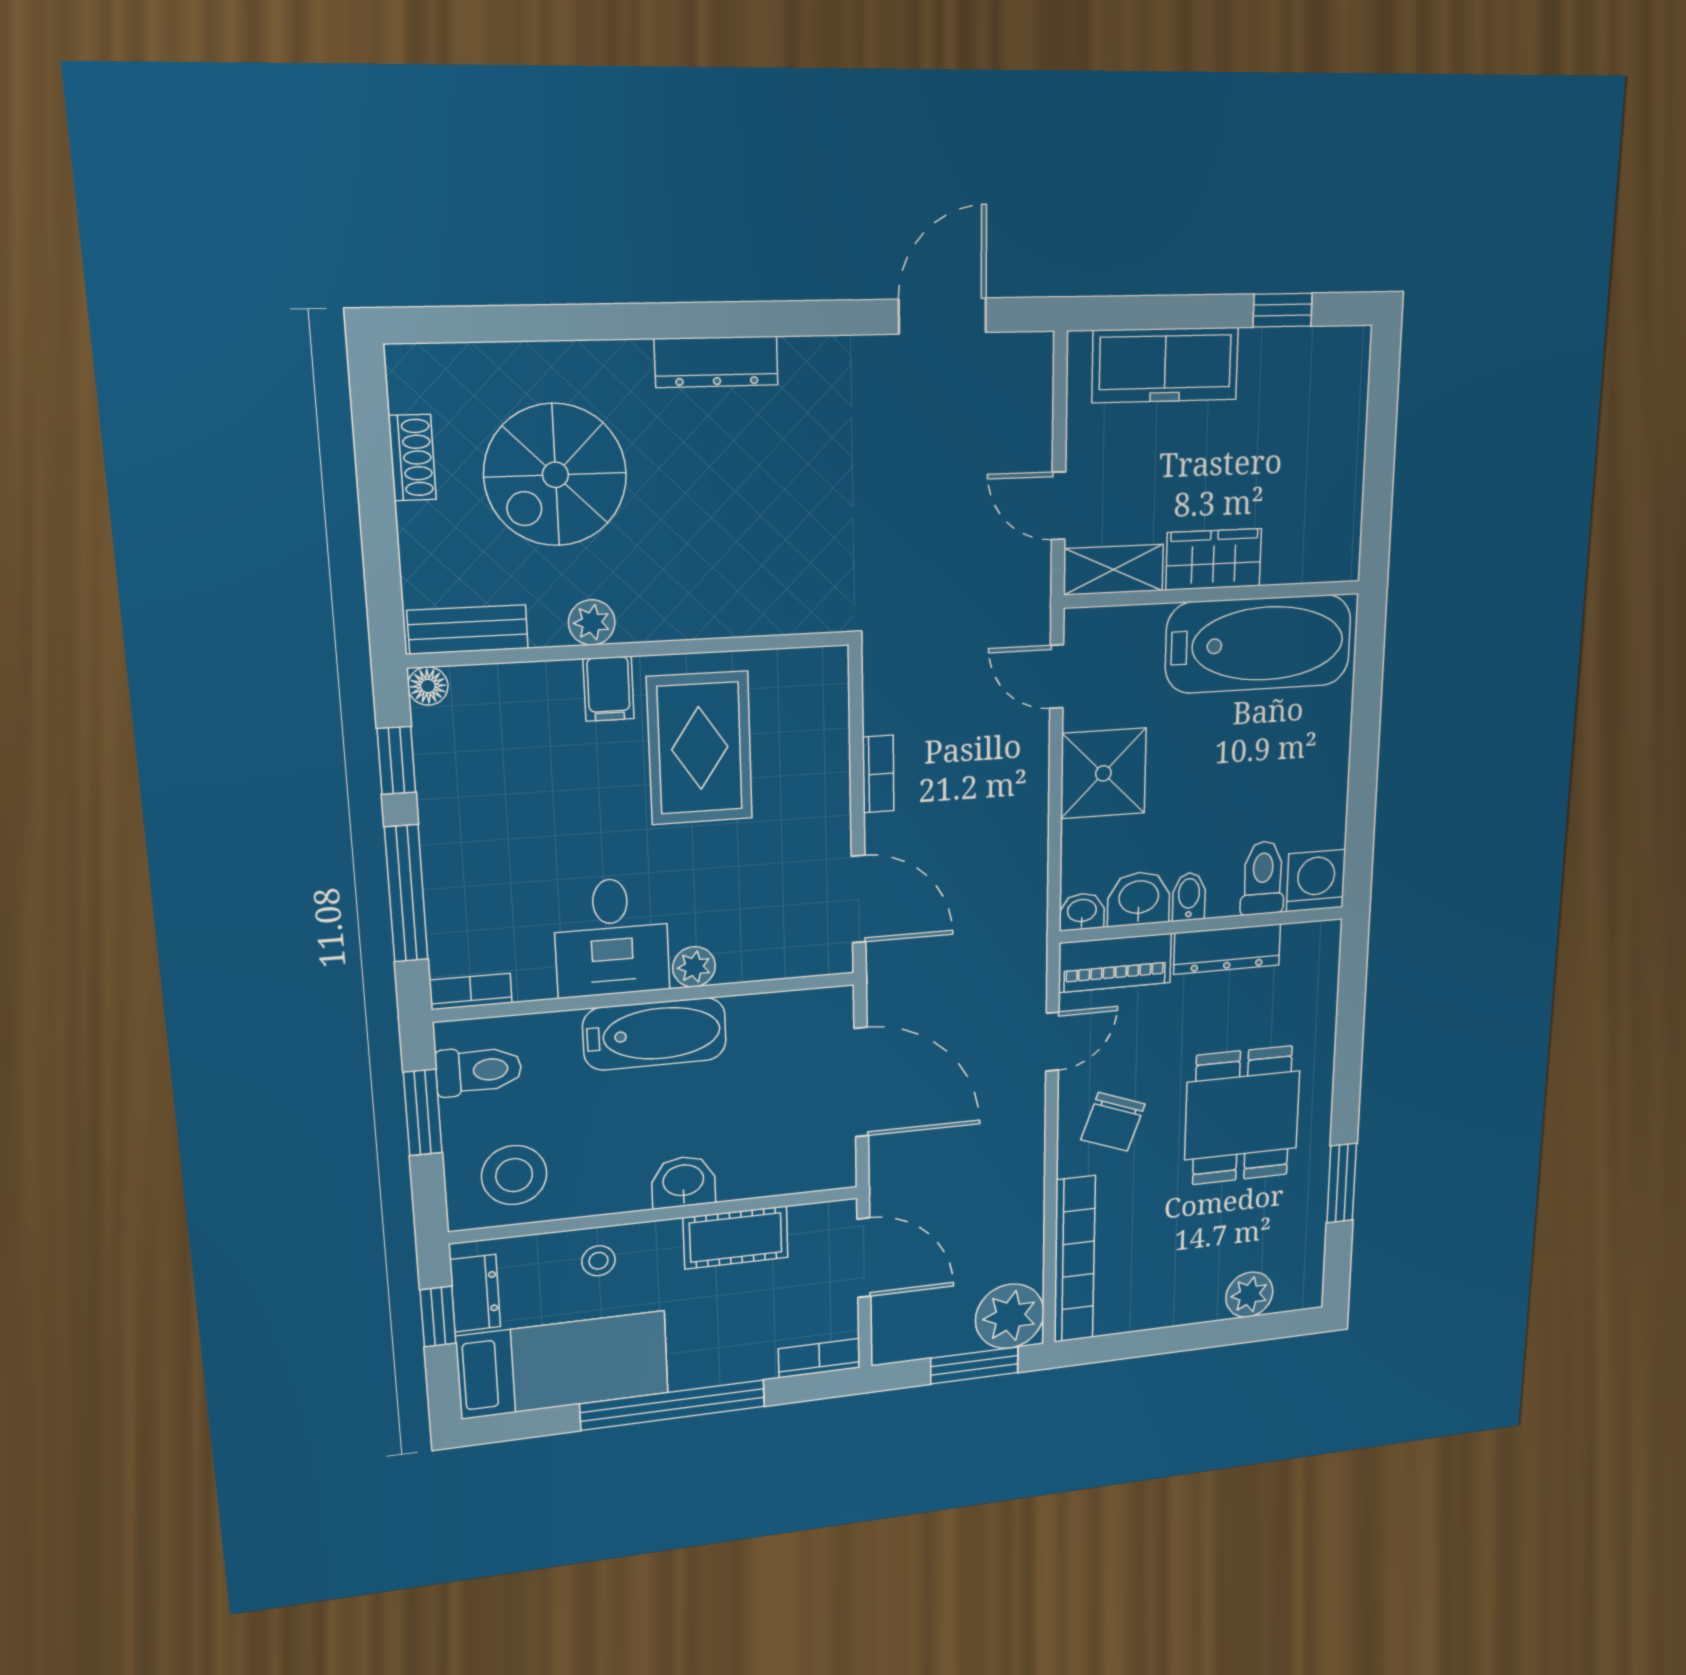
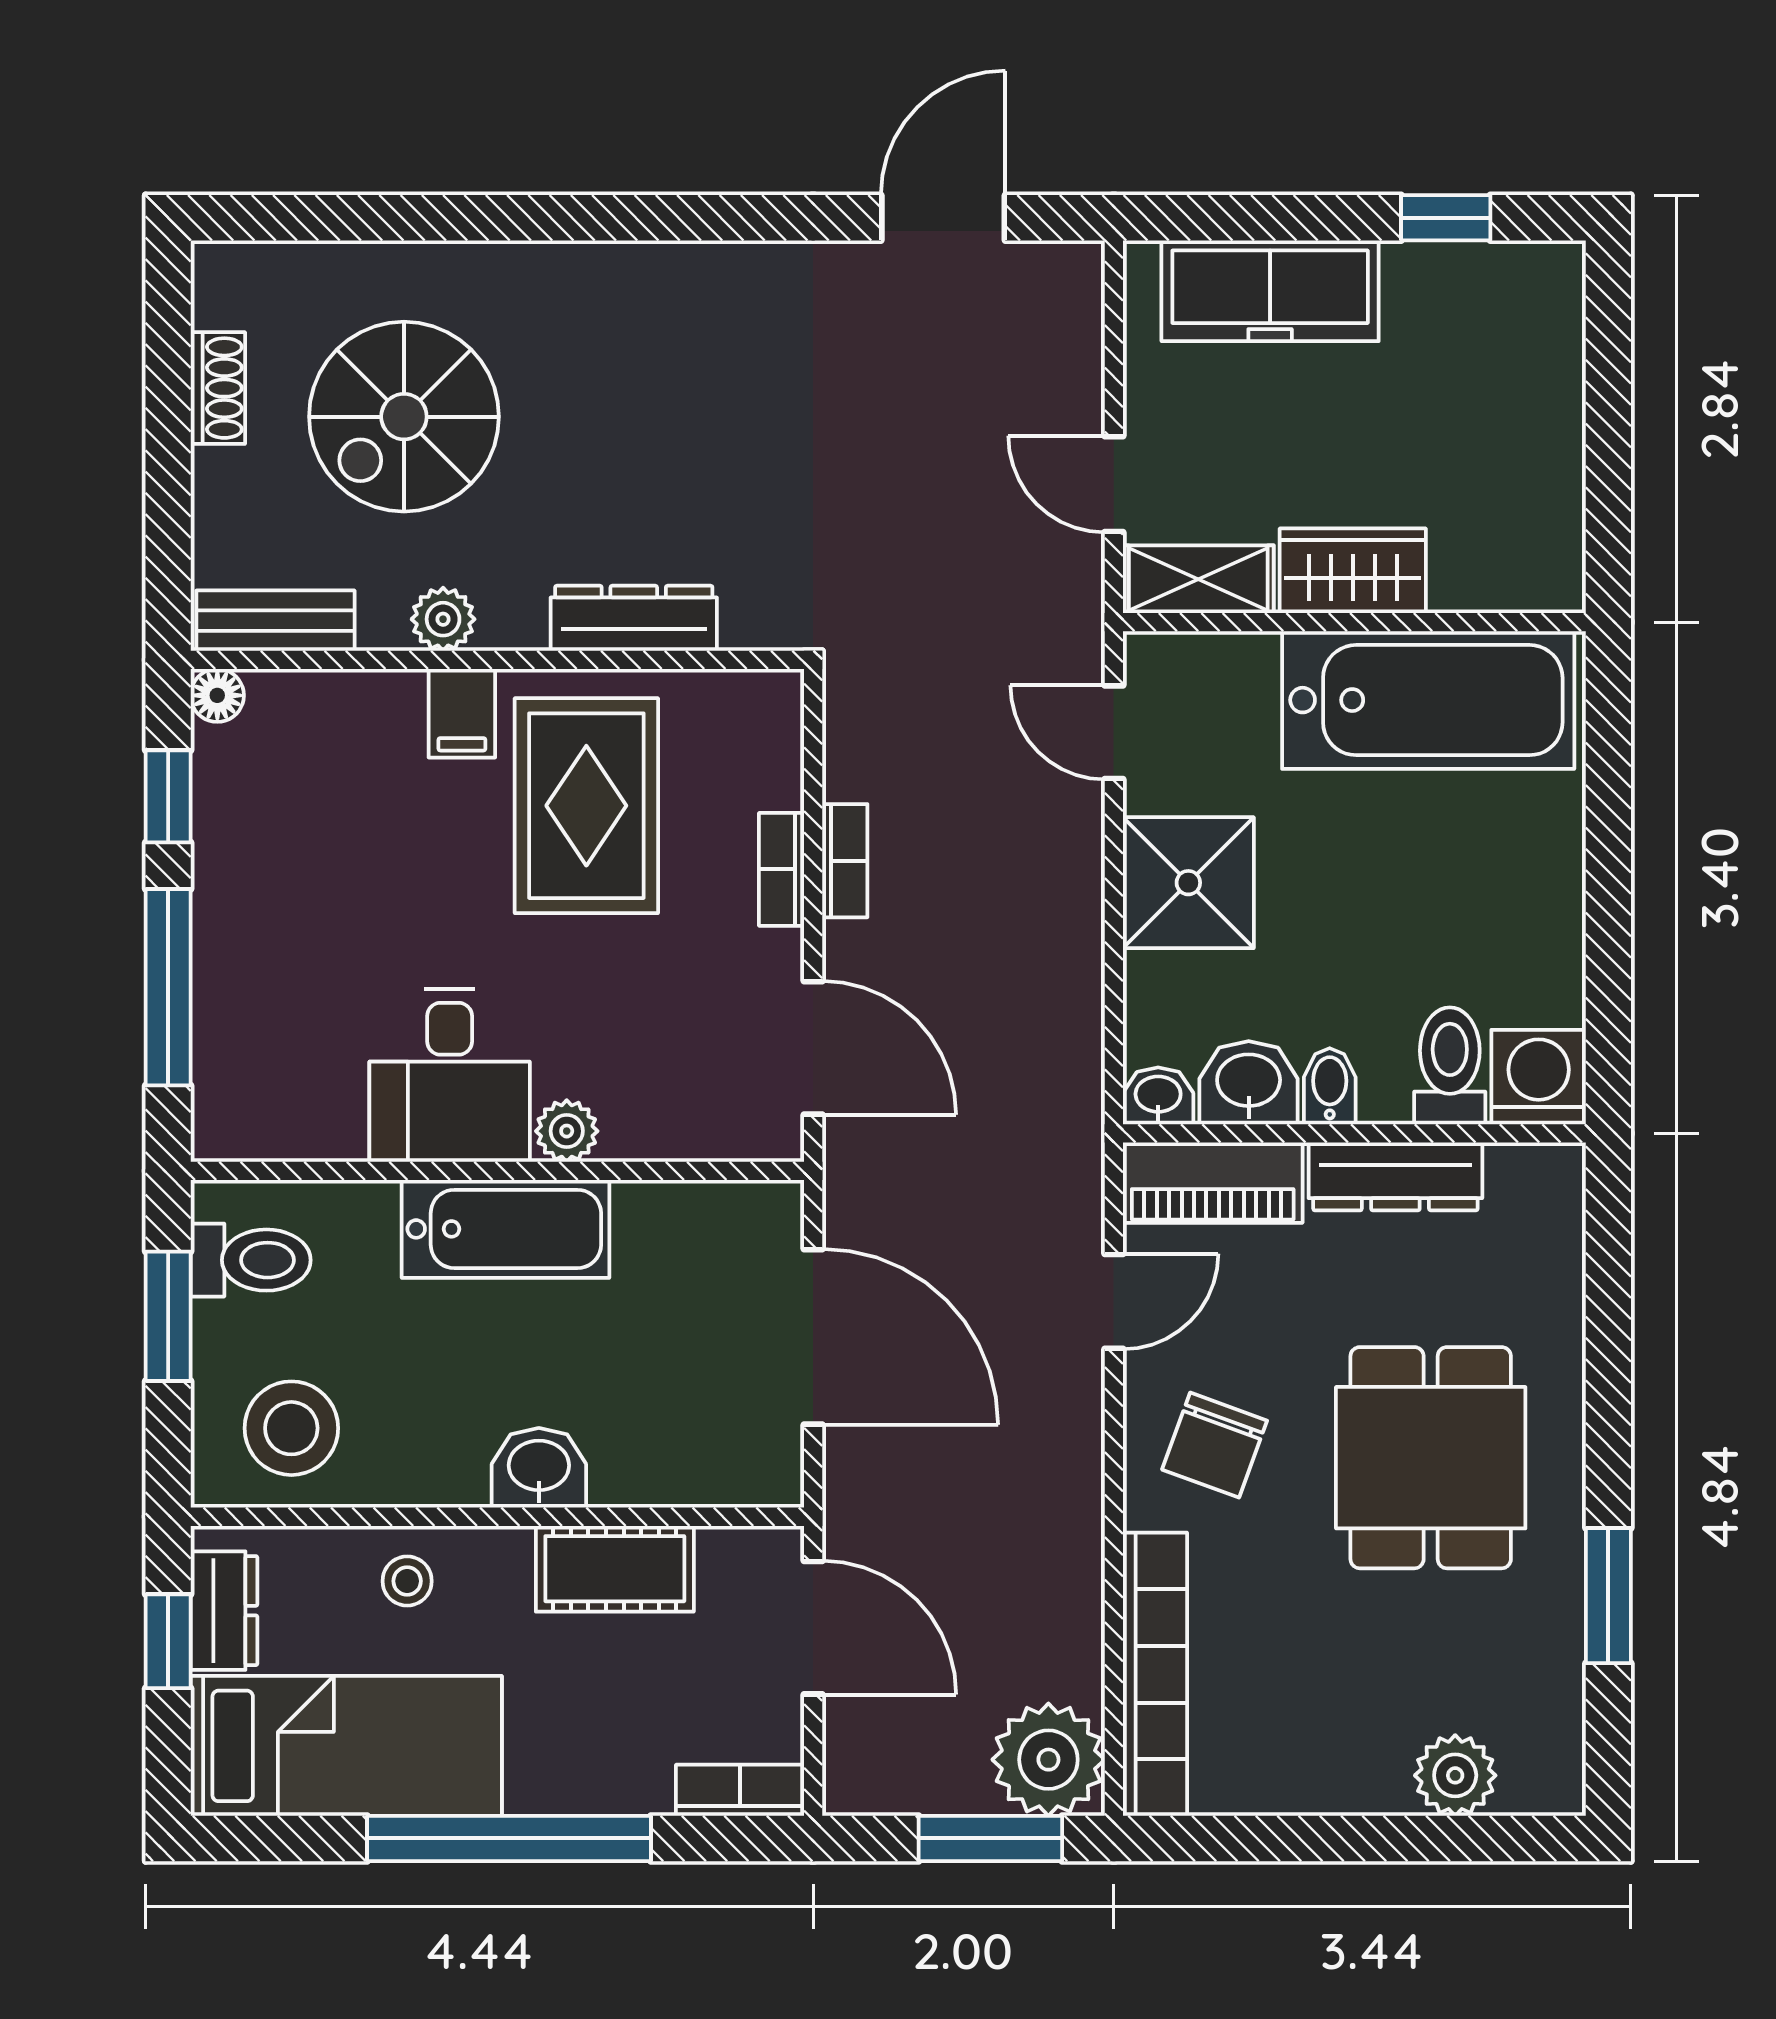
dresser: (716, 362) -> (634, 618), moved, turned 180
bookcase: (471, 992) -> (782, 869), moved, turned -90

